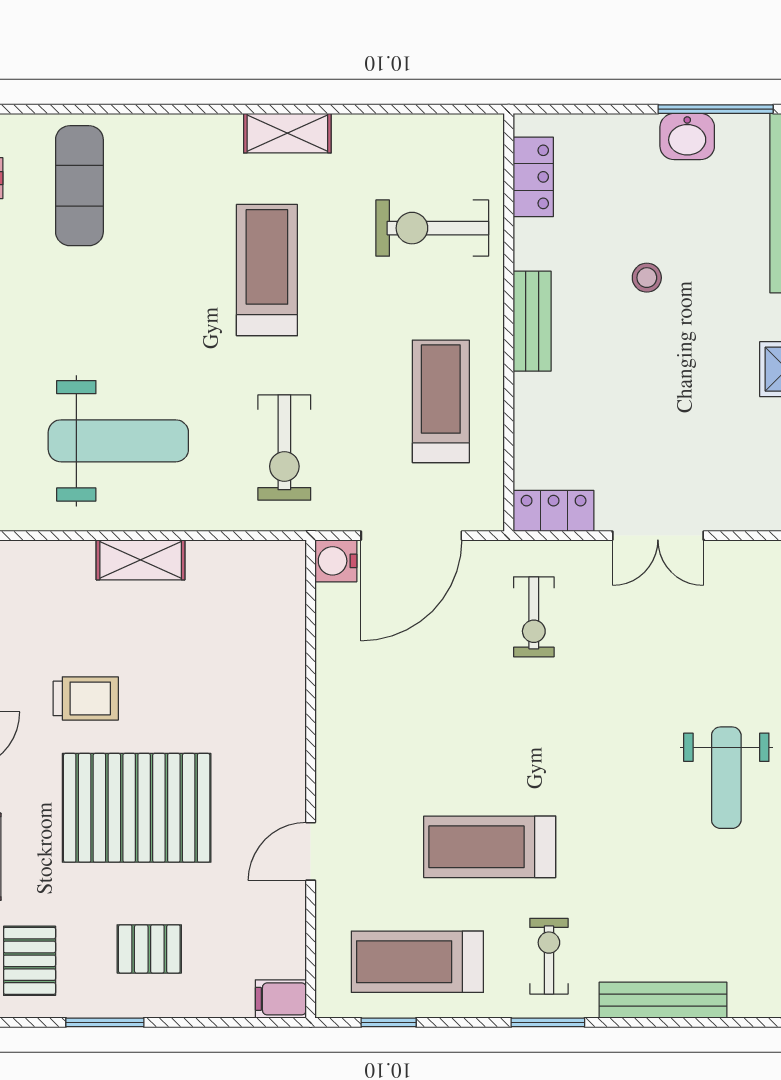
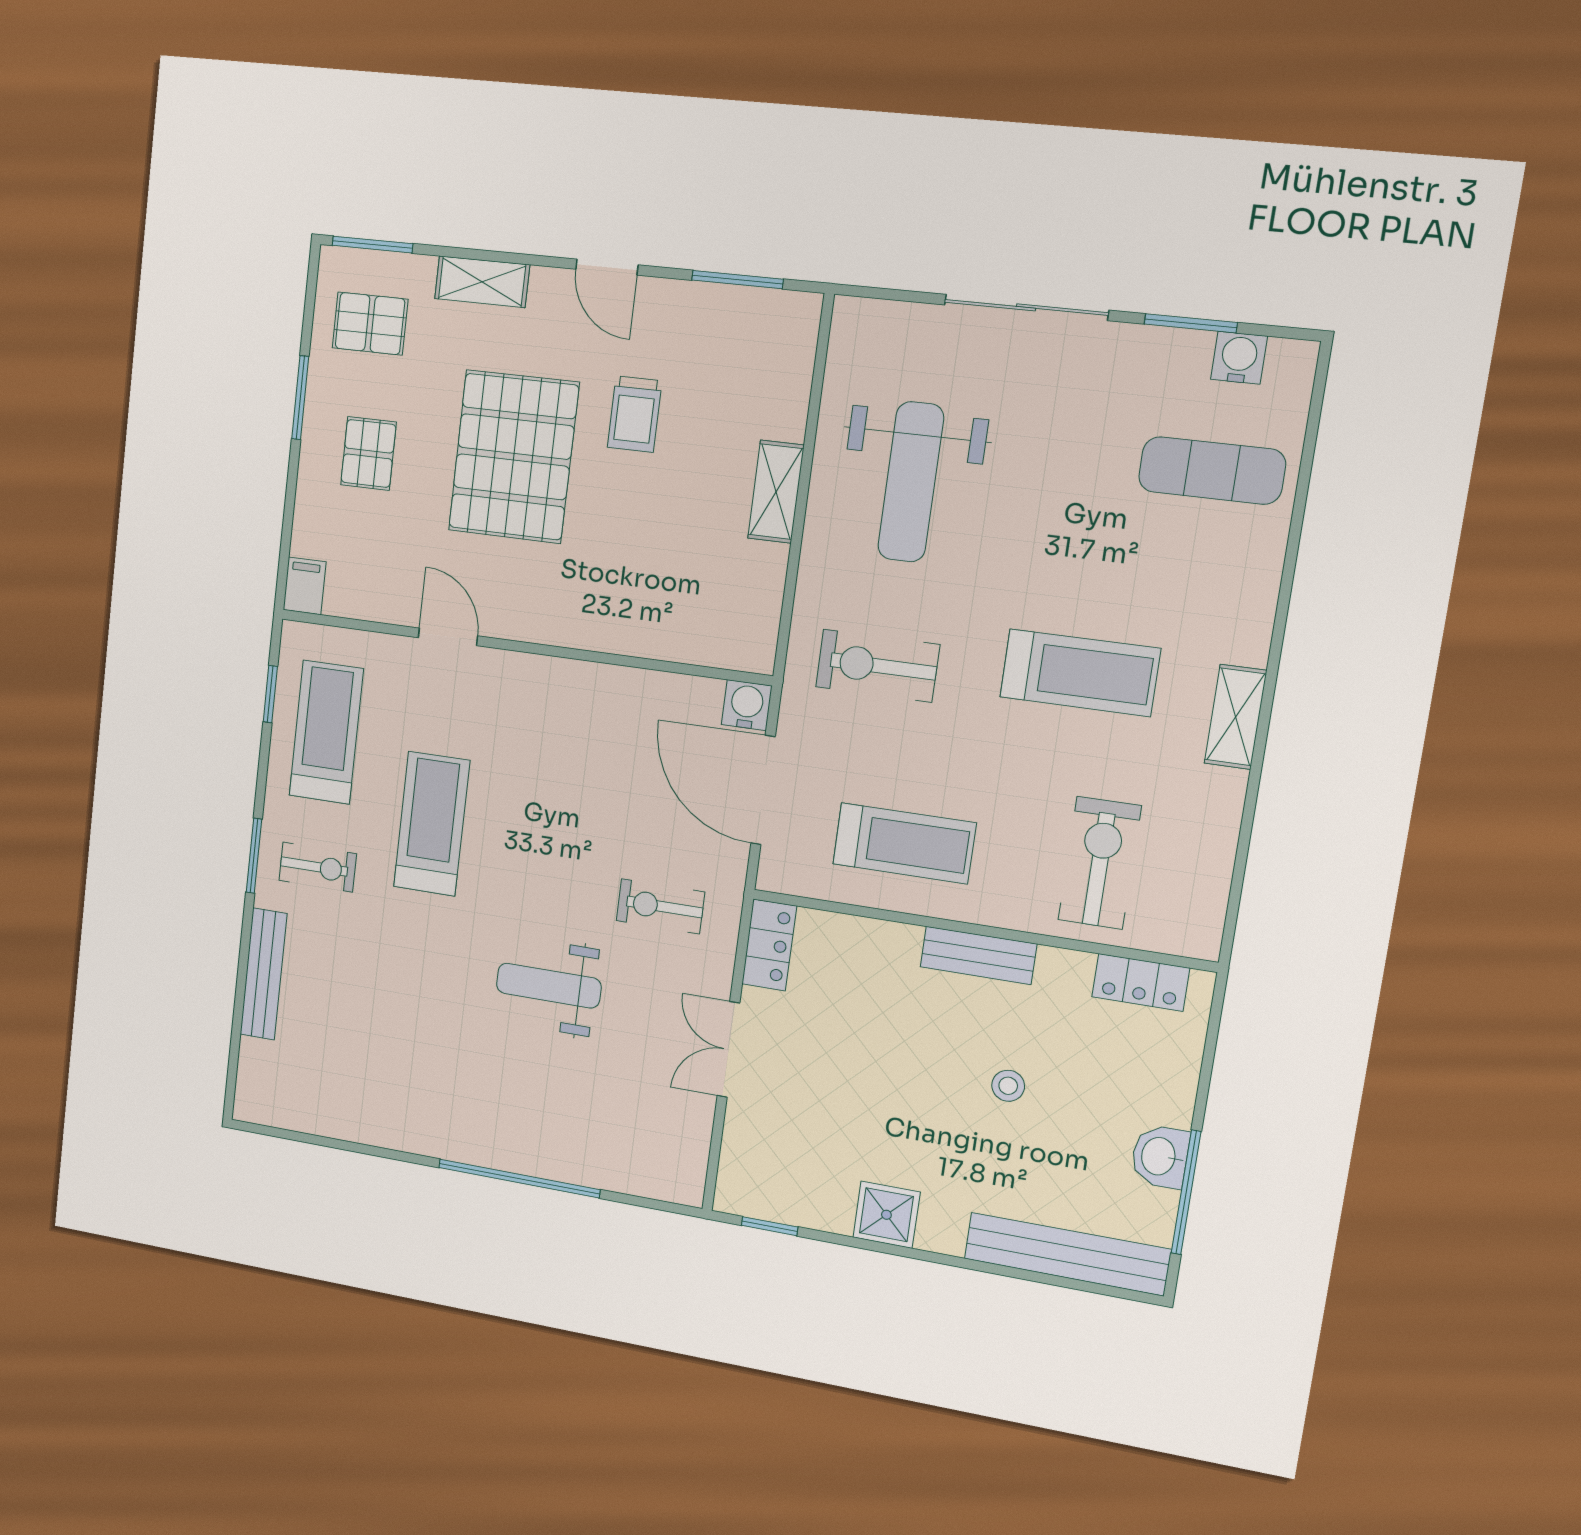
weight bench: (726, 778) -> (549, 986), moved

